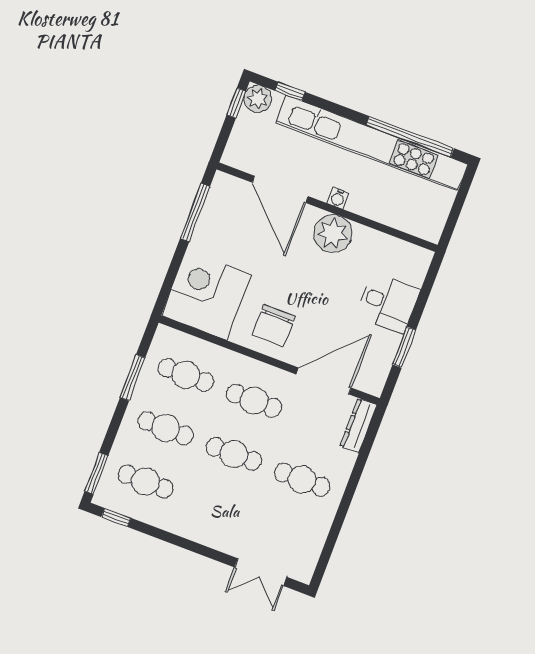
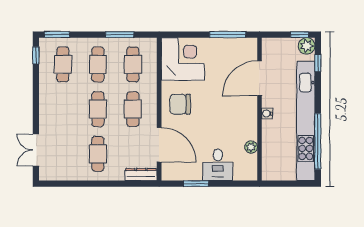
plant: (333, 234) -> (251, 147), moved, width x0.53, depth x0.53

